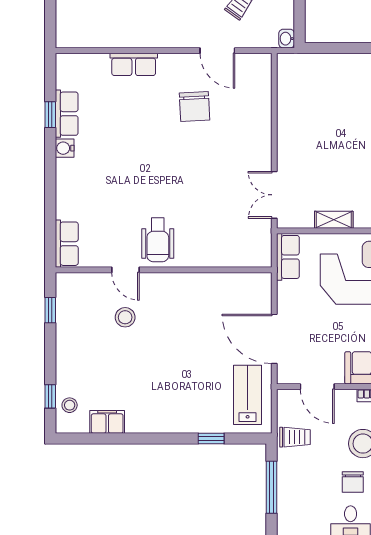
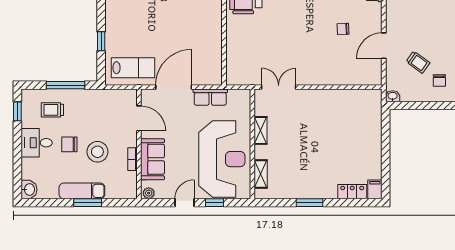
chair: (194, 106) -> (343, 29), width x0.54, depth x0.54
row of seats: (288, 257) -> (210, 97), moved
door: (317, 387) -> (139, 118), swing flipped
trolley: (295, 437) -> (52, 110), moved, turned 90

